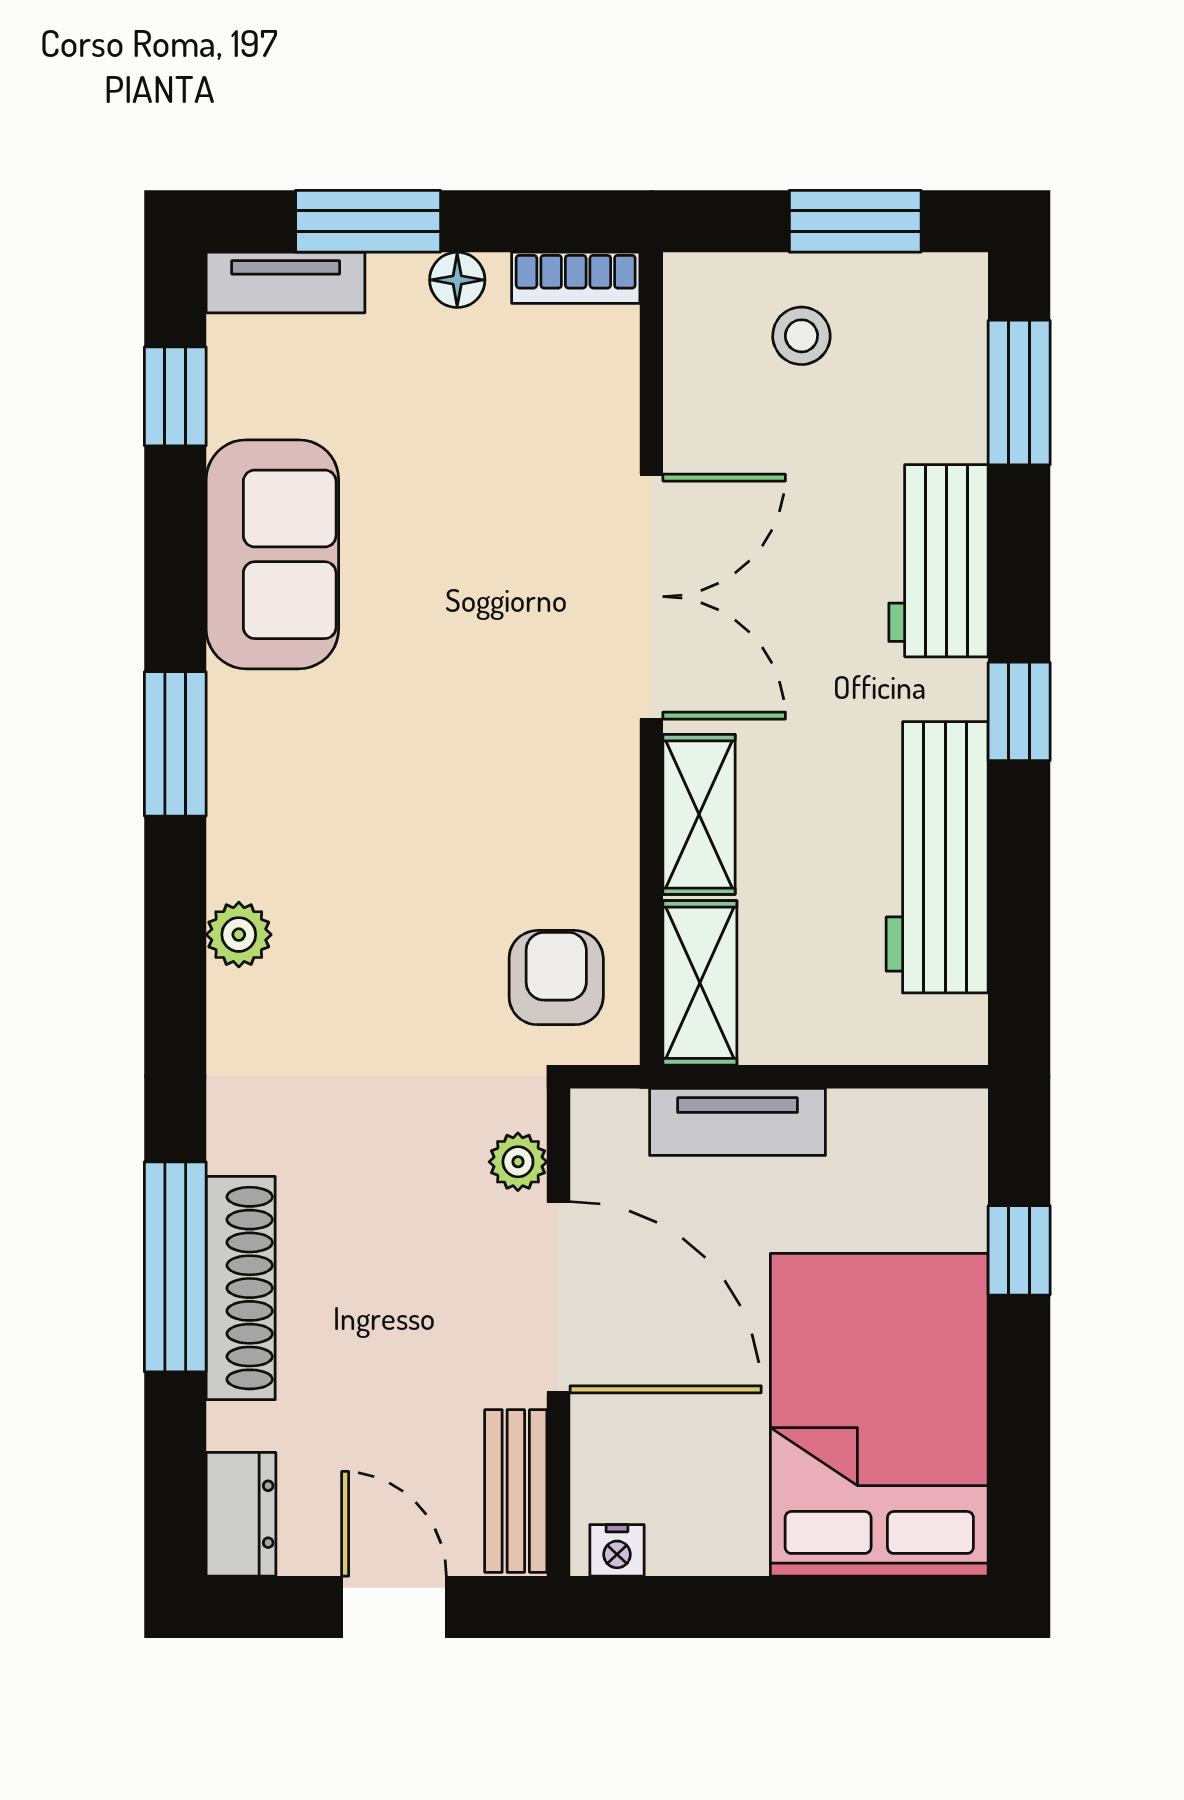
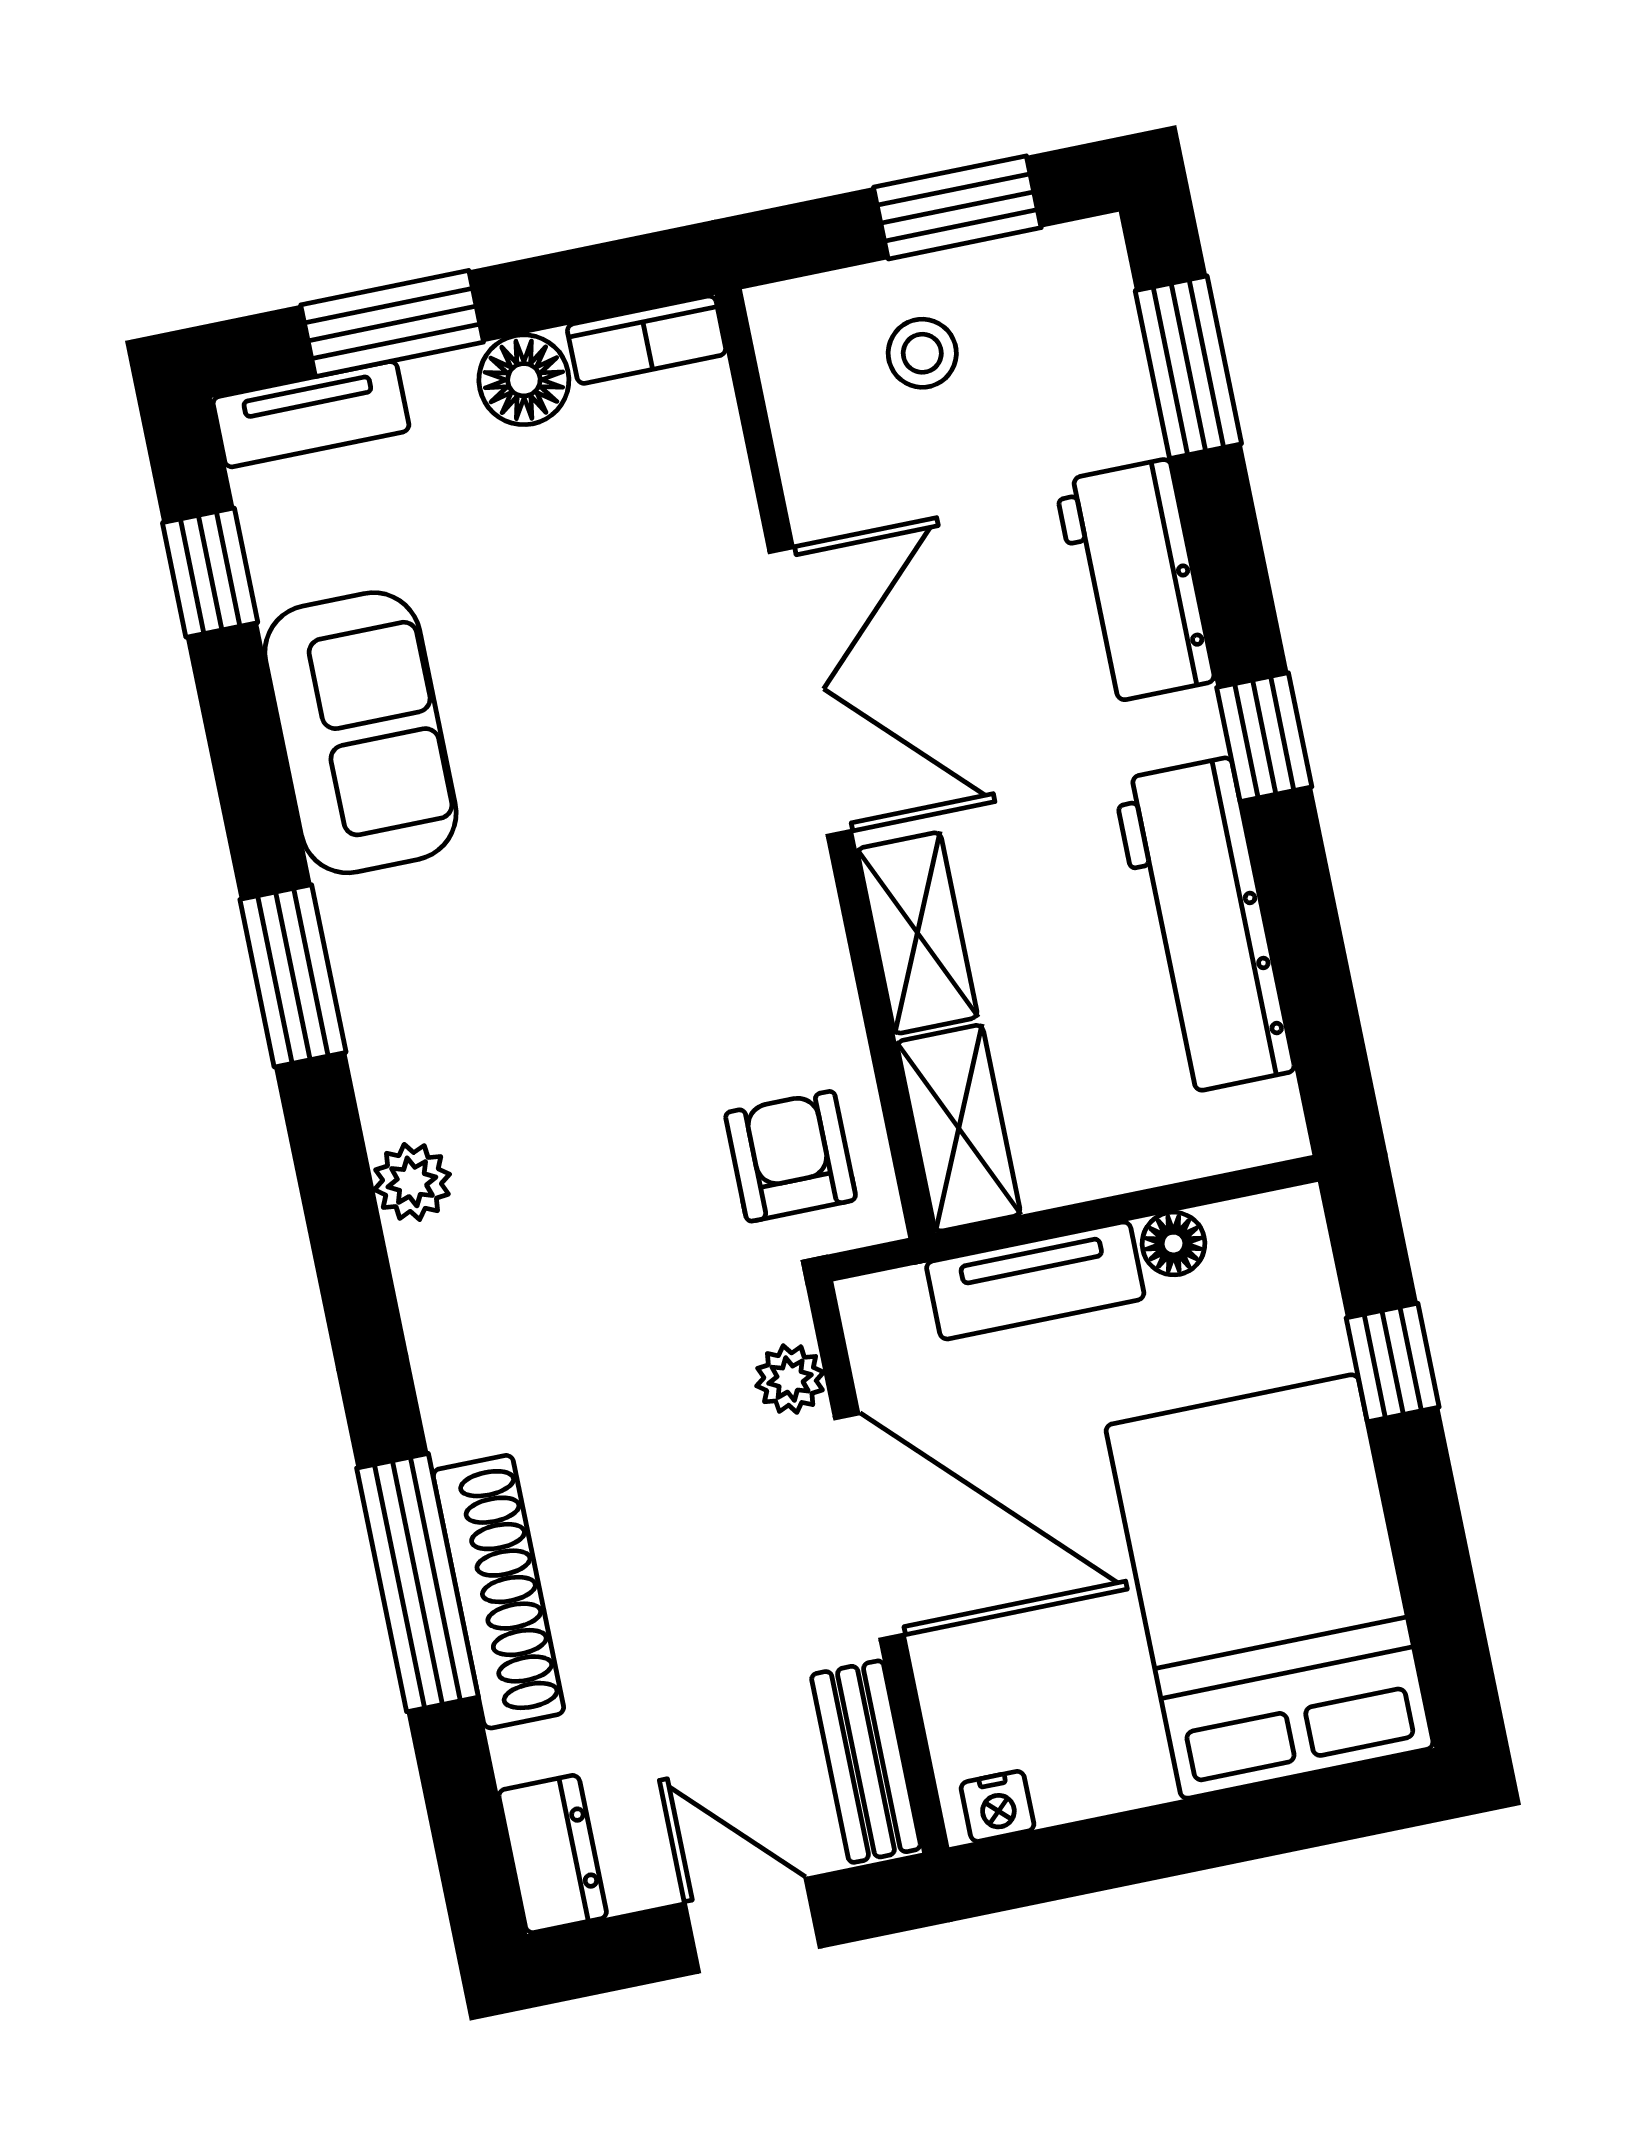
floor lamp: (457, 280) -> (524, 380), width x1.37, depth x1.37
floor lamp: (858, 1115) -> (1174, 1244), added

